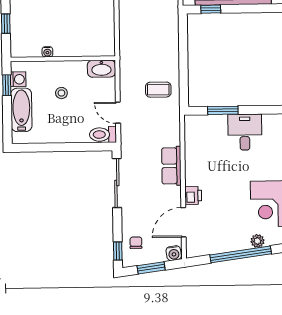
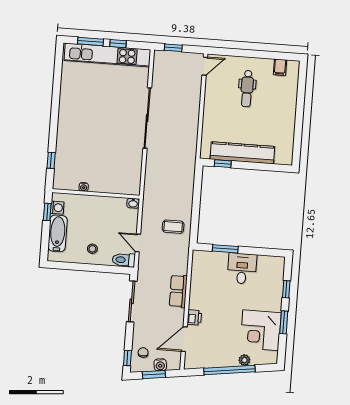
washbasin: (101, 69) -> (133, 203), width x0.52, depth x0.69
stool: (61, 93) -> (92, 249), moved
water cooler: (174, 253) -> (160, 365), moved

